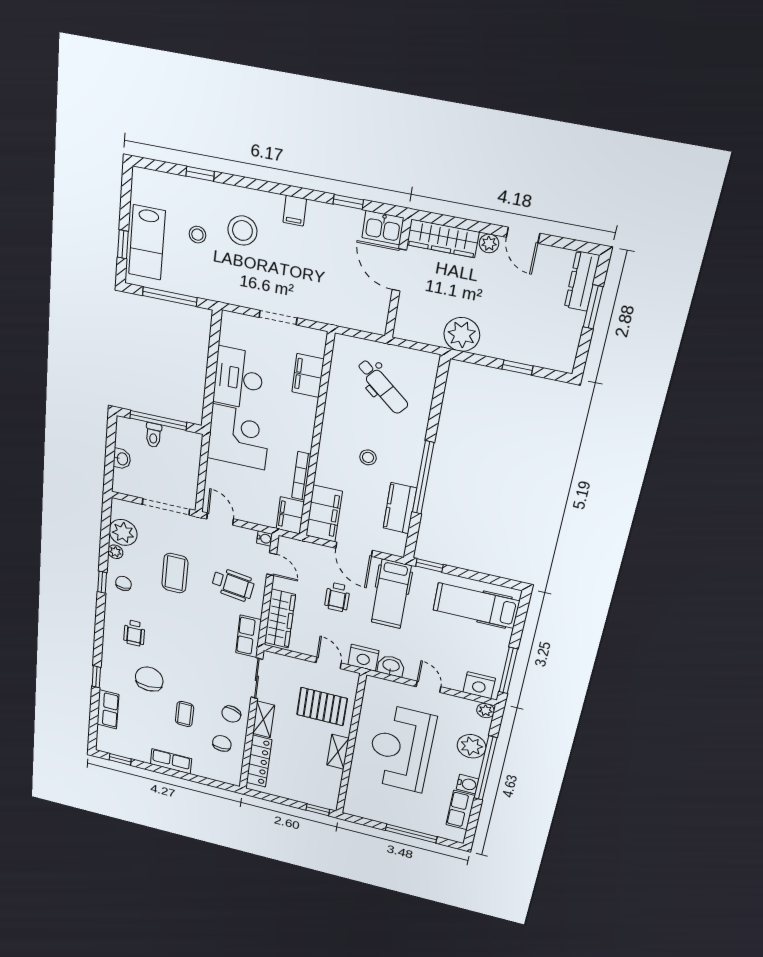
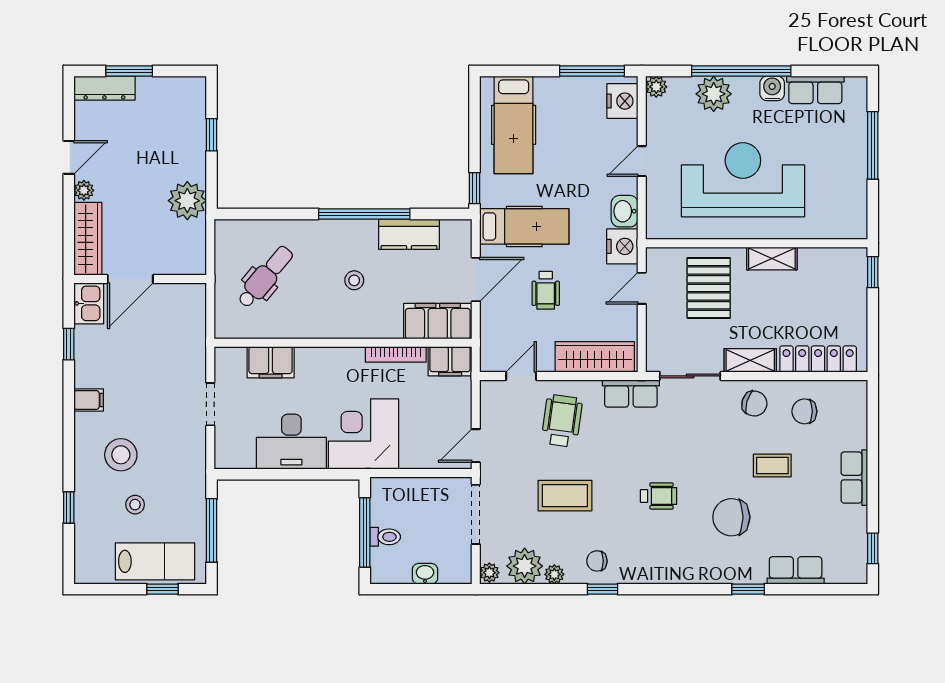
plant: (120, 506) -> (489, 573), added
water cooler: (264, 538) -> (488, 389), removed
wheelchair: (337, 597) -> (546, 290), turned 90
wheelchair: (134, 633) -> (659, 496), moved
reception desk: (401, 748) -> (743, 180), turned 180

